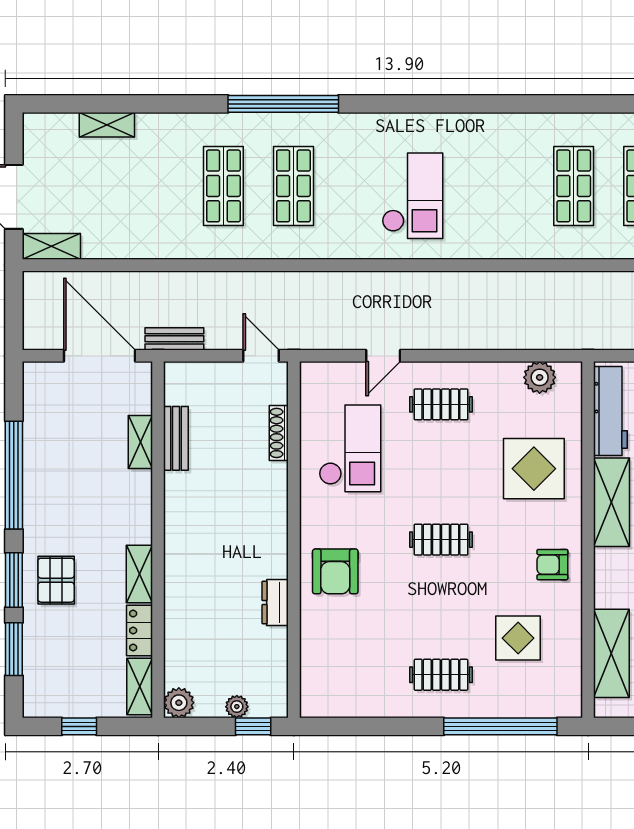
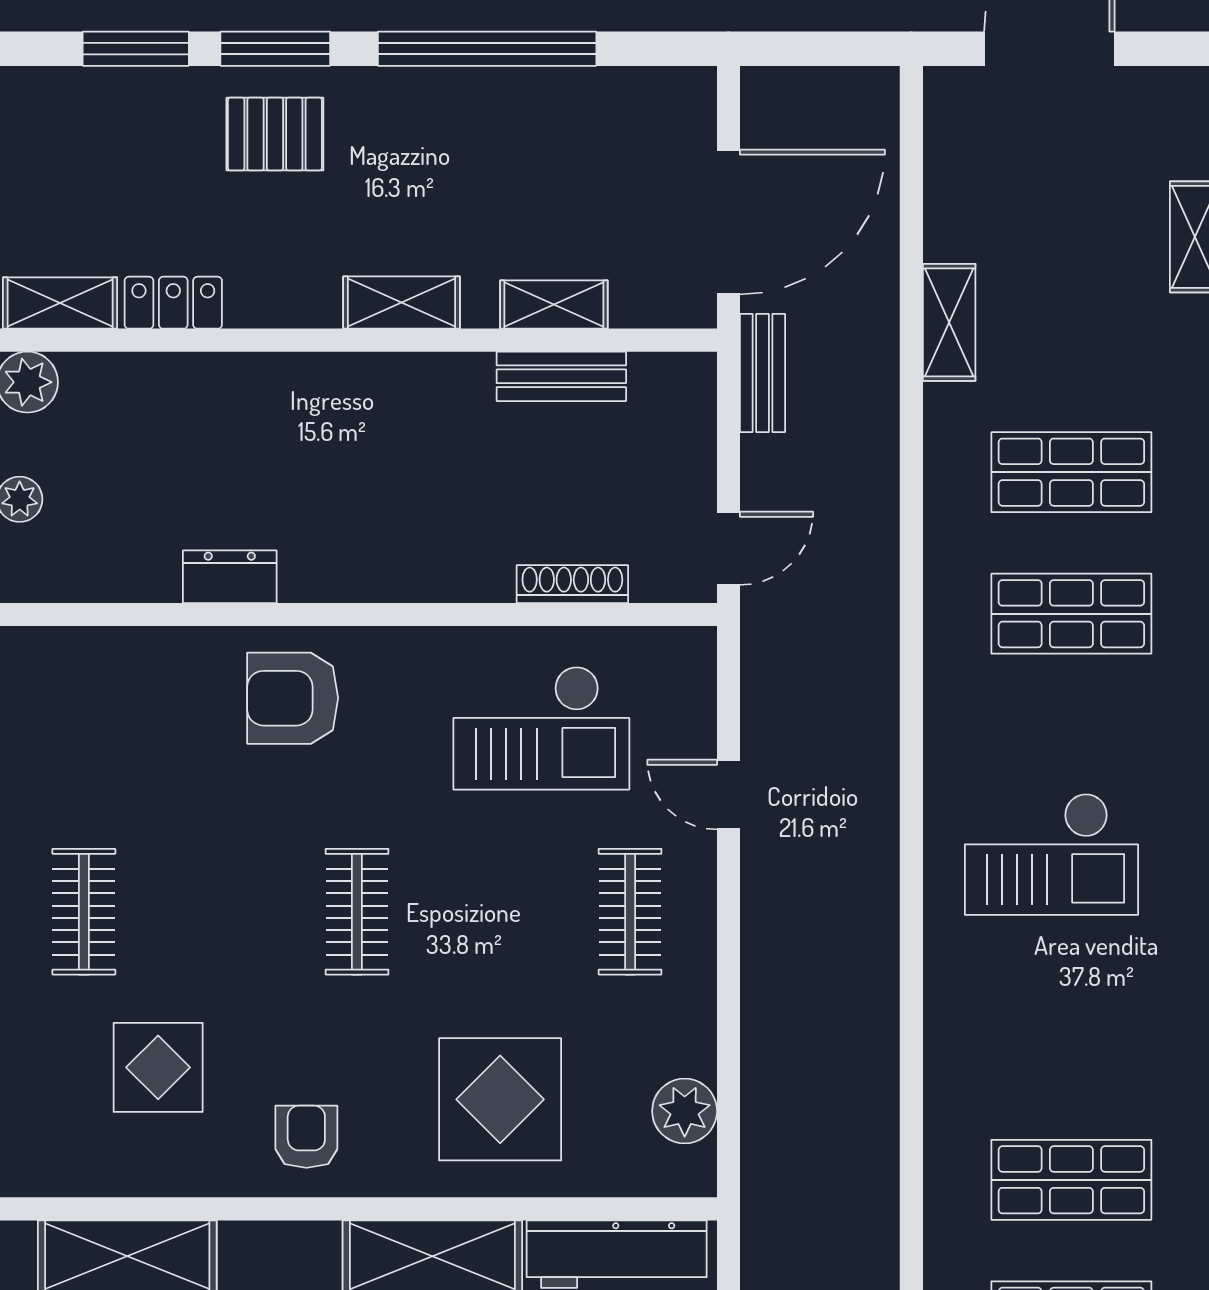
shelving: (51, 246) -> (949, 322), moved
shelving: (139, 574) -> (402, 303), moved

